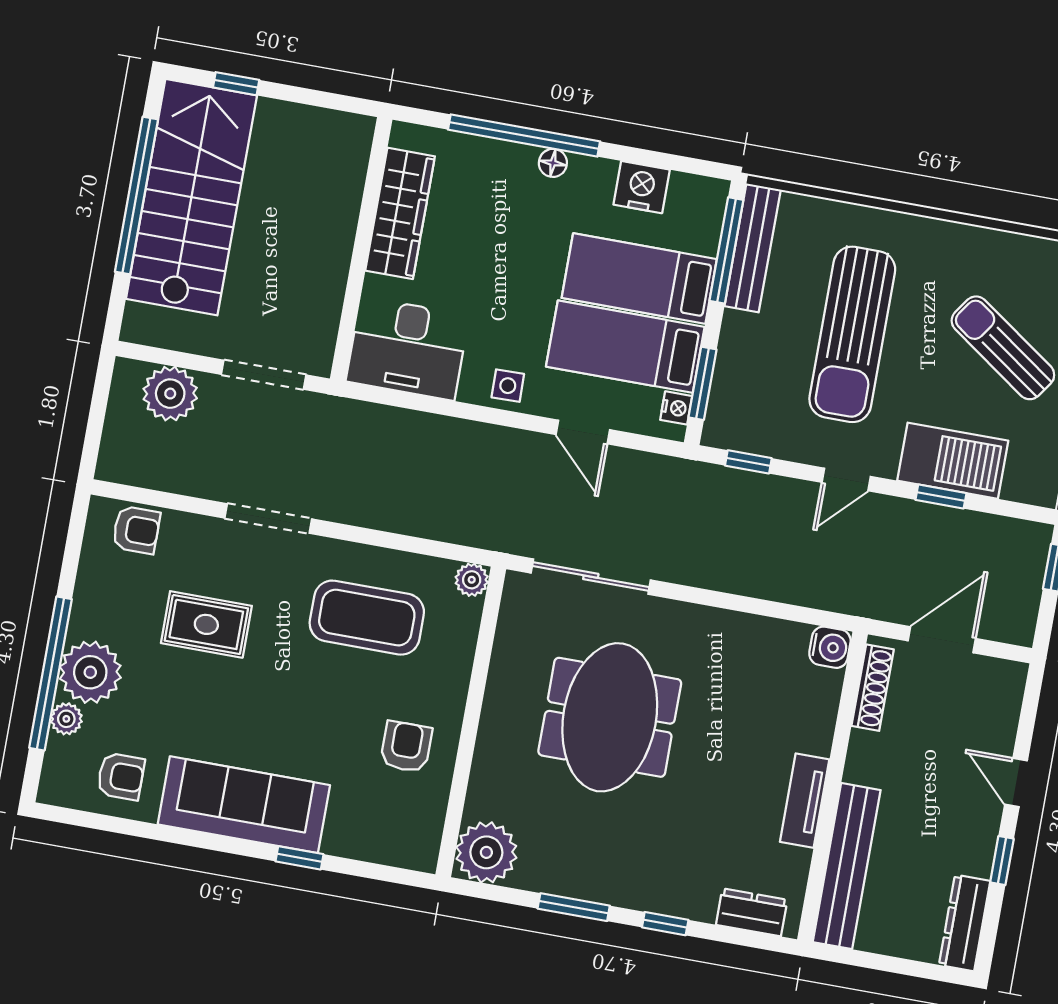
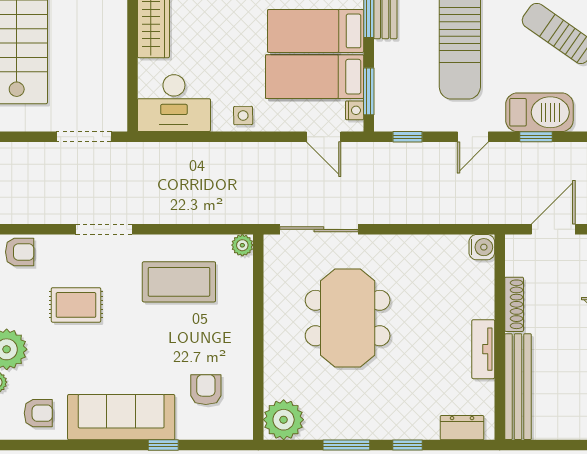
plant: (170, 394) -> (26, 160), removed
door: (583, 432) -> (324, 137), moved
shoe rack: (873, 688) -> (514, 304), moved
armchair: (406, 747) -> (206, 390), moved

